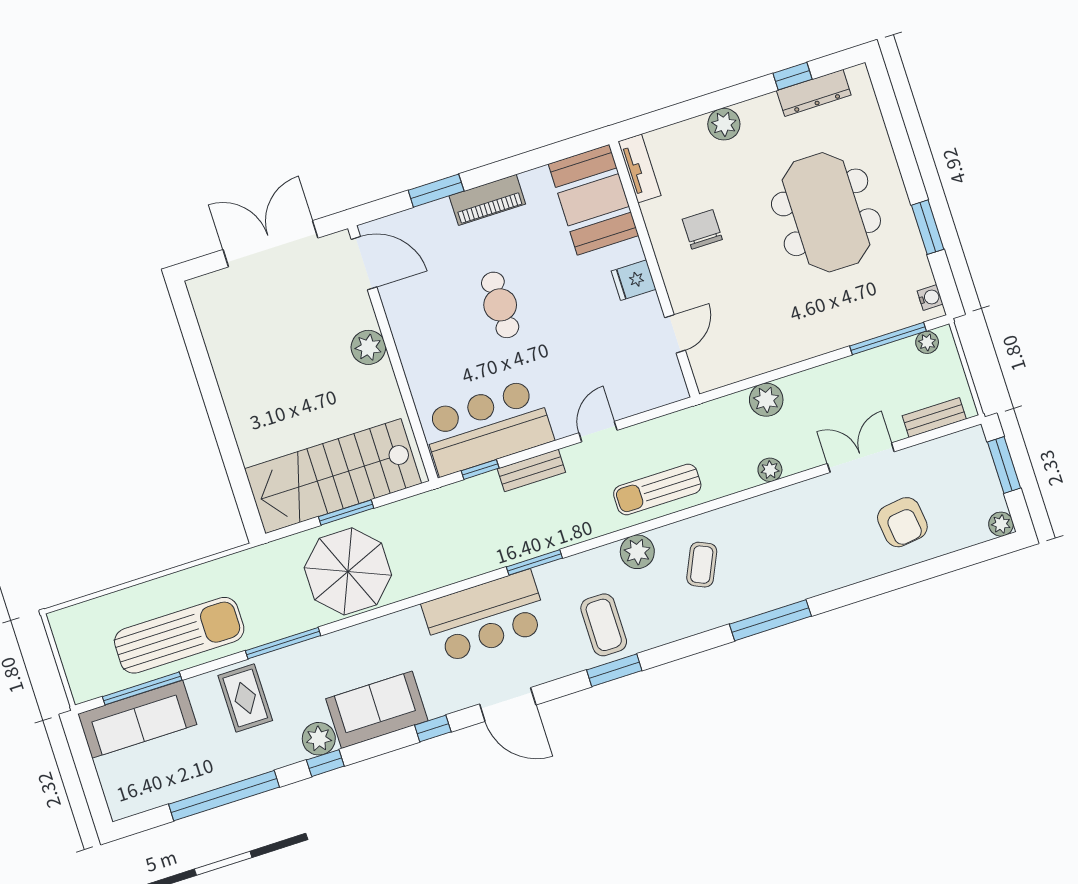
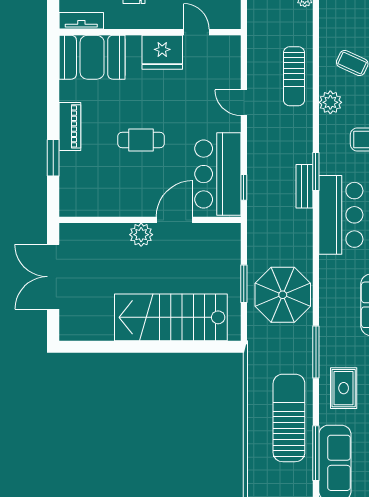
door: (364, 263) -> (175, 220), moved
fridge: (634, 280) -> (162, 52), width x1.88, depth x1.34
bench: (531, 470) -> (304, 186), moved
stairs: (333, 476) -> (171, 317), moved, turned 90
rug: (245, 698) -> (344, 388), turned 90

